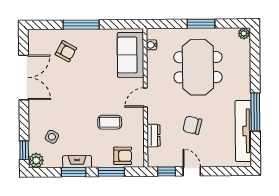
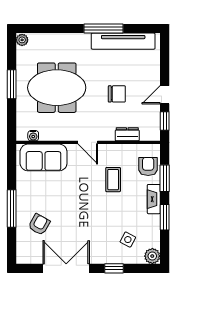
chair: (192, 125) -> (117, 94), turned -104
window: (24, 150) -> (114, 268), moved
fireplace: (77, 162) -> (154, 199), moved

